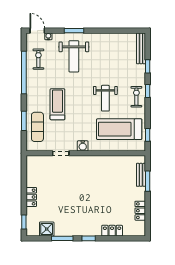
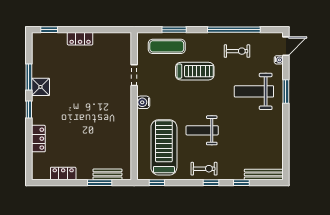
exercise bike: (38, 59) -> (237, 51), moved
shower: (47, 229) -> (40, 87), moved

